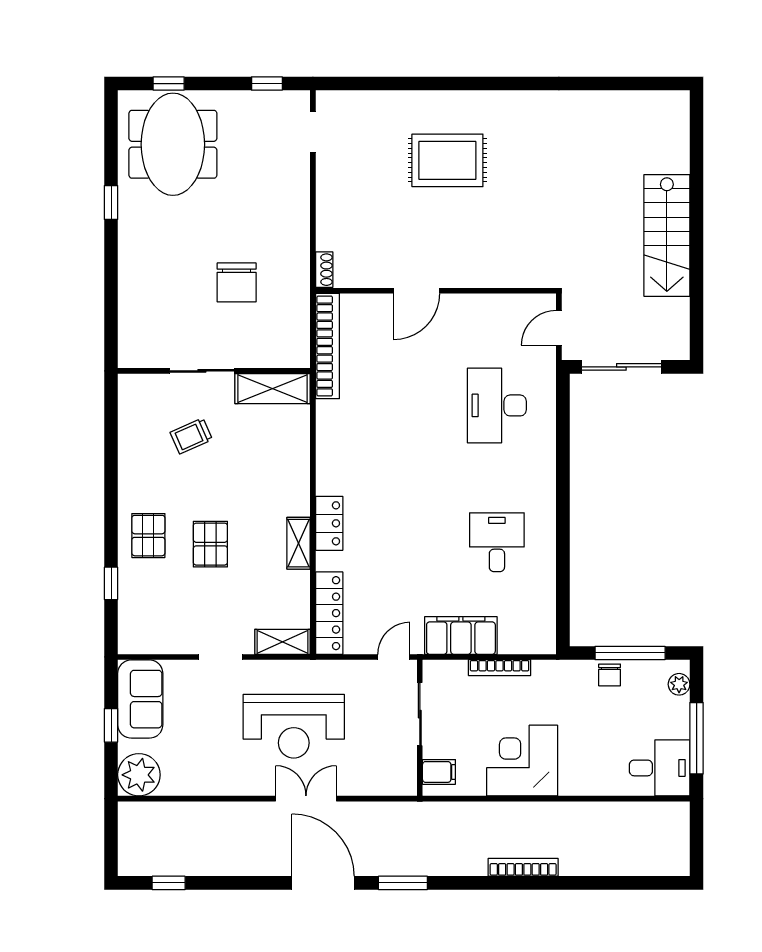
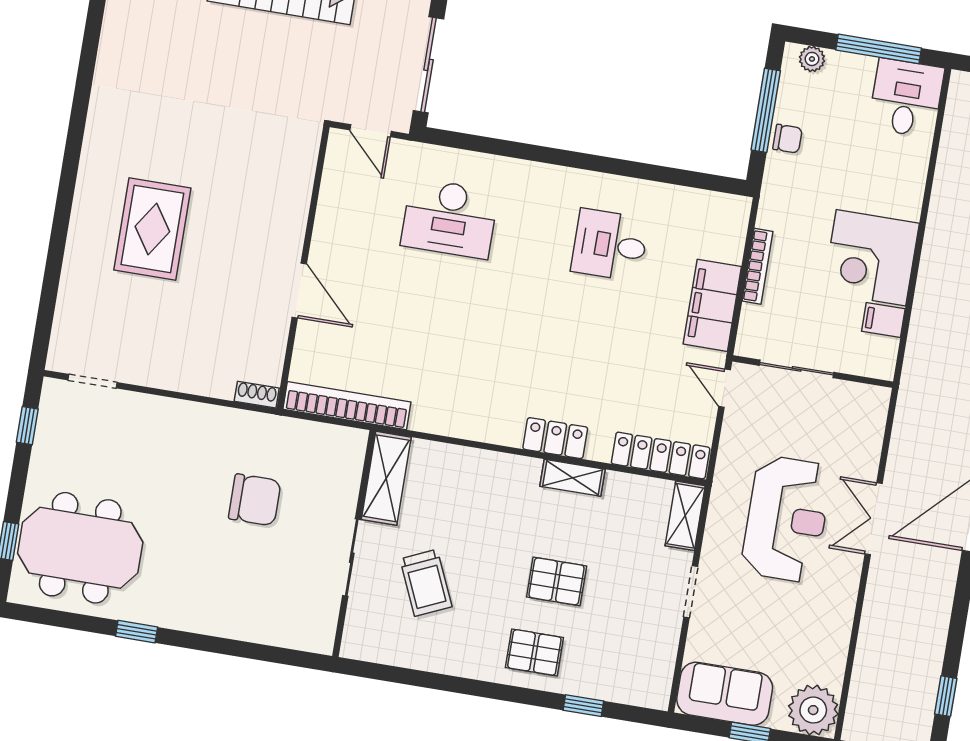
trolley: (191, 436) -> (426, 583), width x1.36, depth x1.39
filing cabinet: (439, 772) -> (883, 320), moved, turned -90

